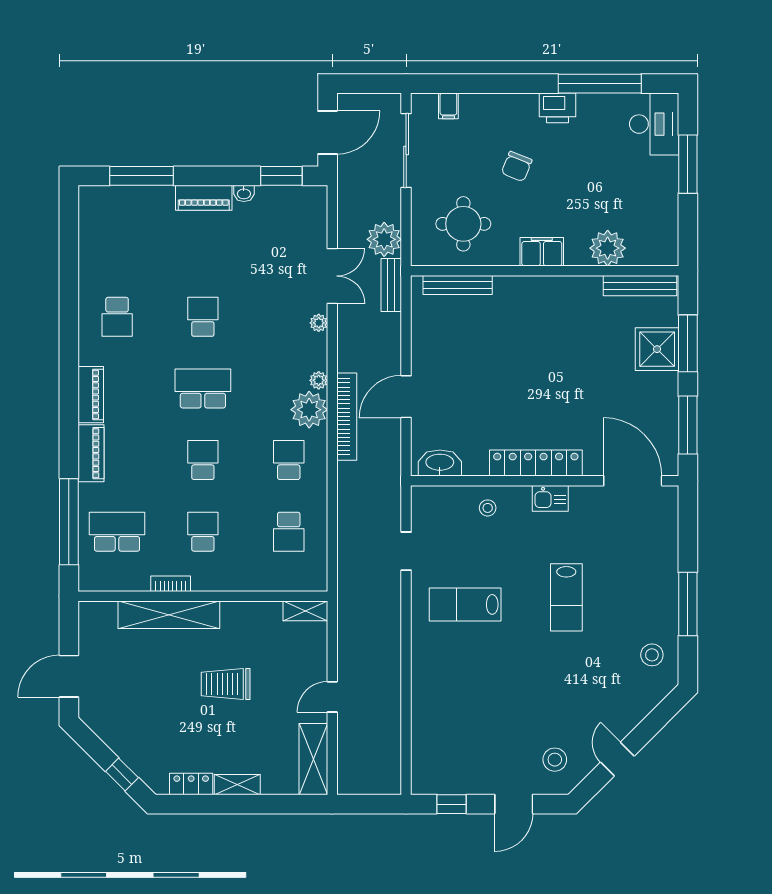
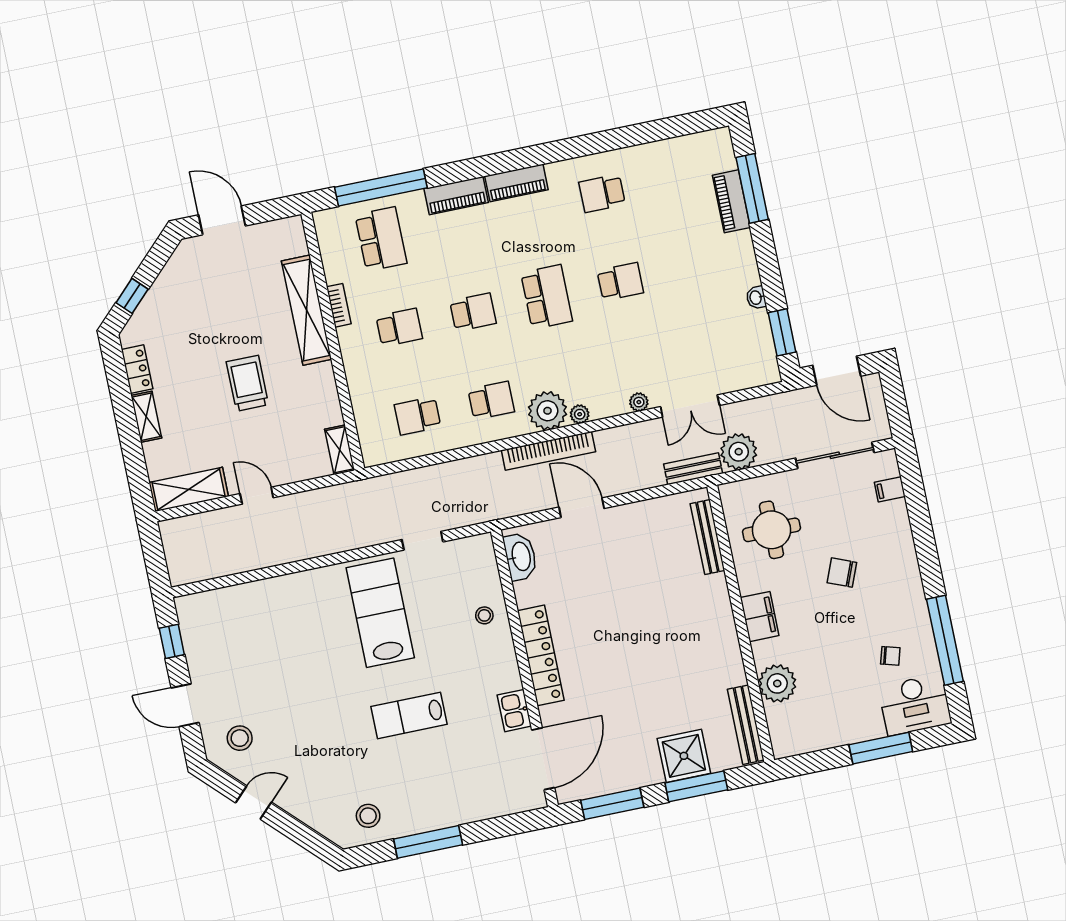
printer: (557, 108) -> (911, 602), removed
chair: (604, 137) -> (890, 656), added
piano: (204, 198) -> (731, 201), moved
kitchen sink: (550, 498) -> (514, 711), moved
lab bench: (465, 604) -> (380, 613), width x1.36, depth x1.39

